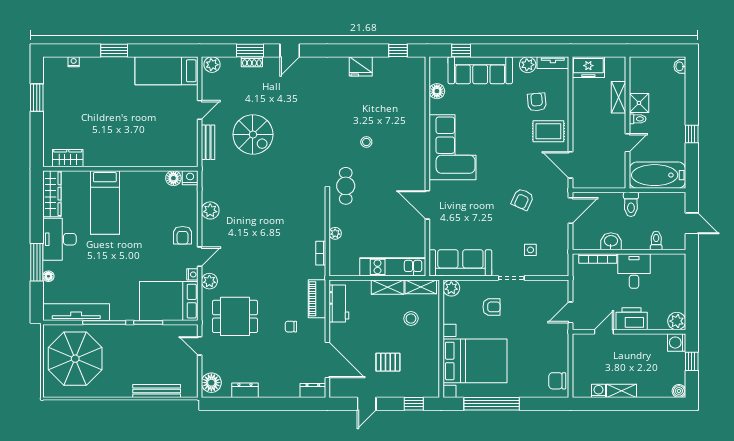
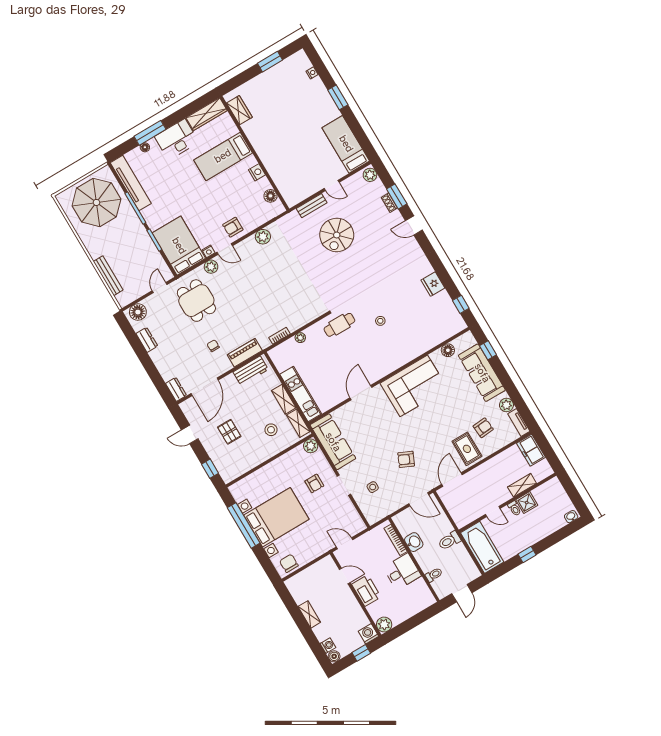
nightstand: (190, 178) -> (257, 172), moved
bed with nightstands: (475, 361) -> (276, 517), moved, turned -90
washing machine: (598, 391) -> (328, 646), moved

